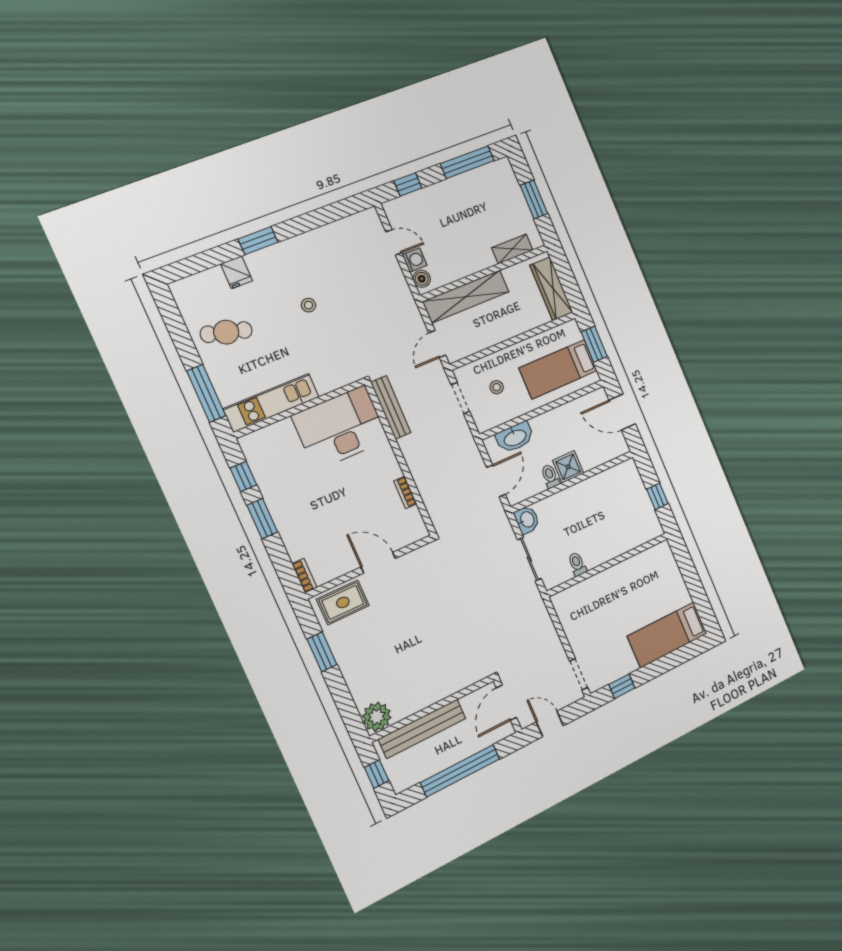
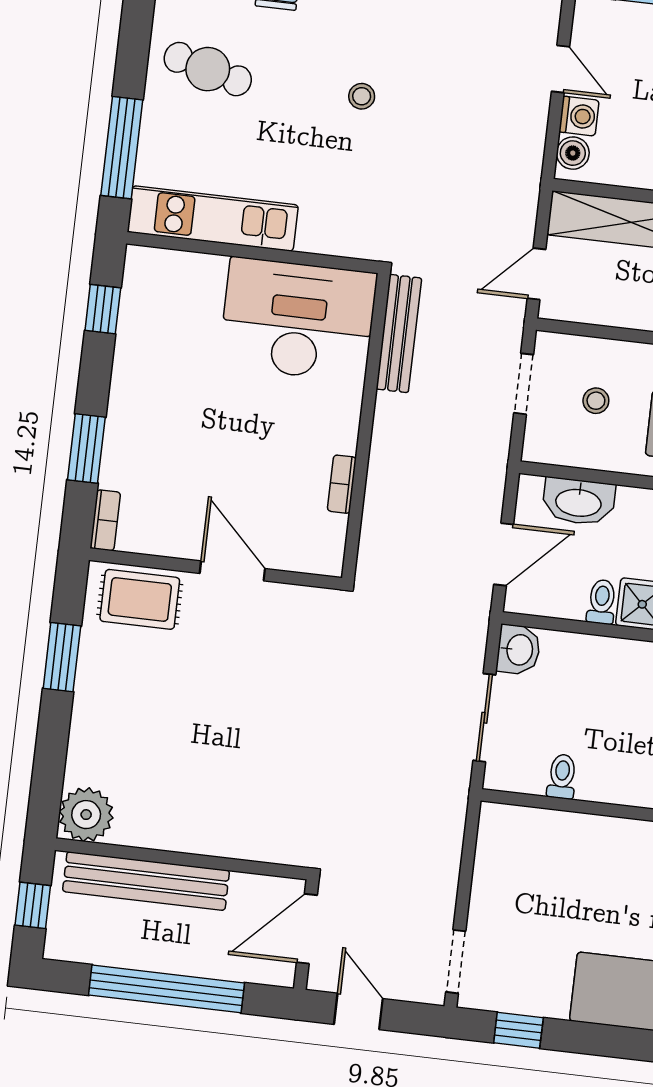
window: (262, 519) -> (86, 449), moved

